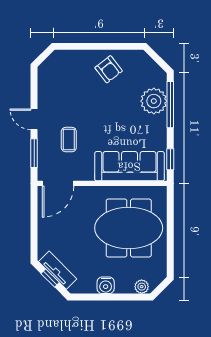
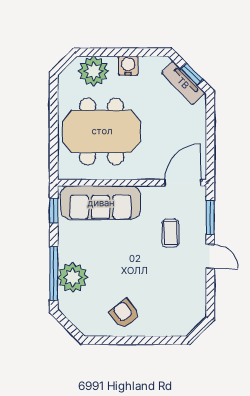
plant: (142, 287) -> (94, 71), width x1.87, depth x1.87

